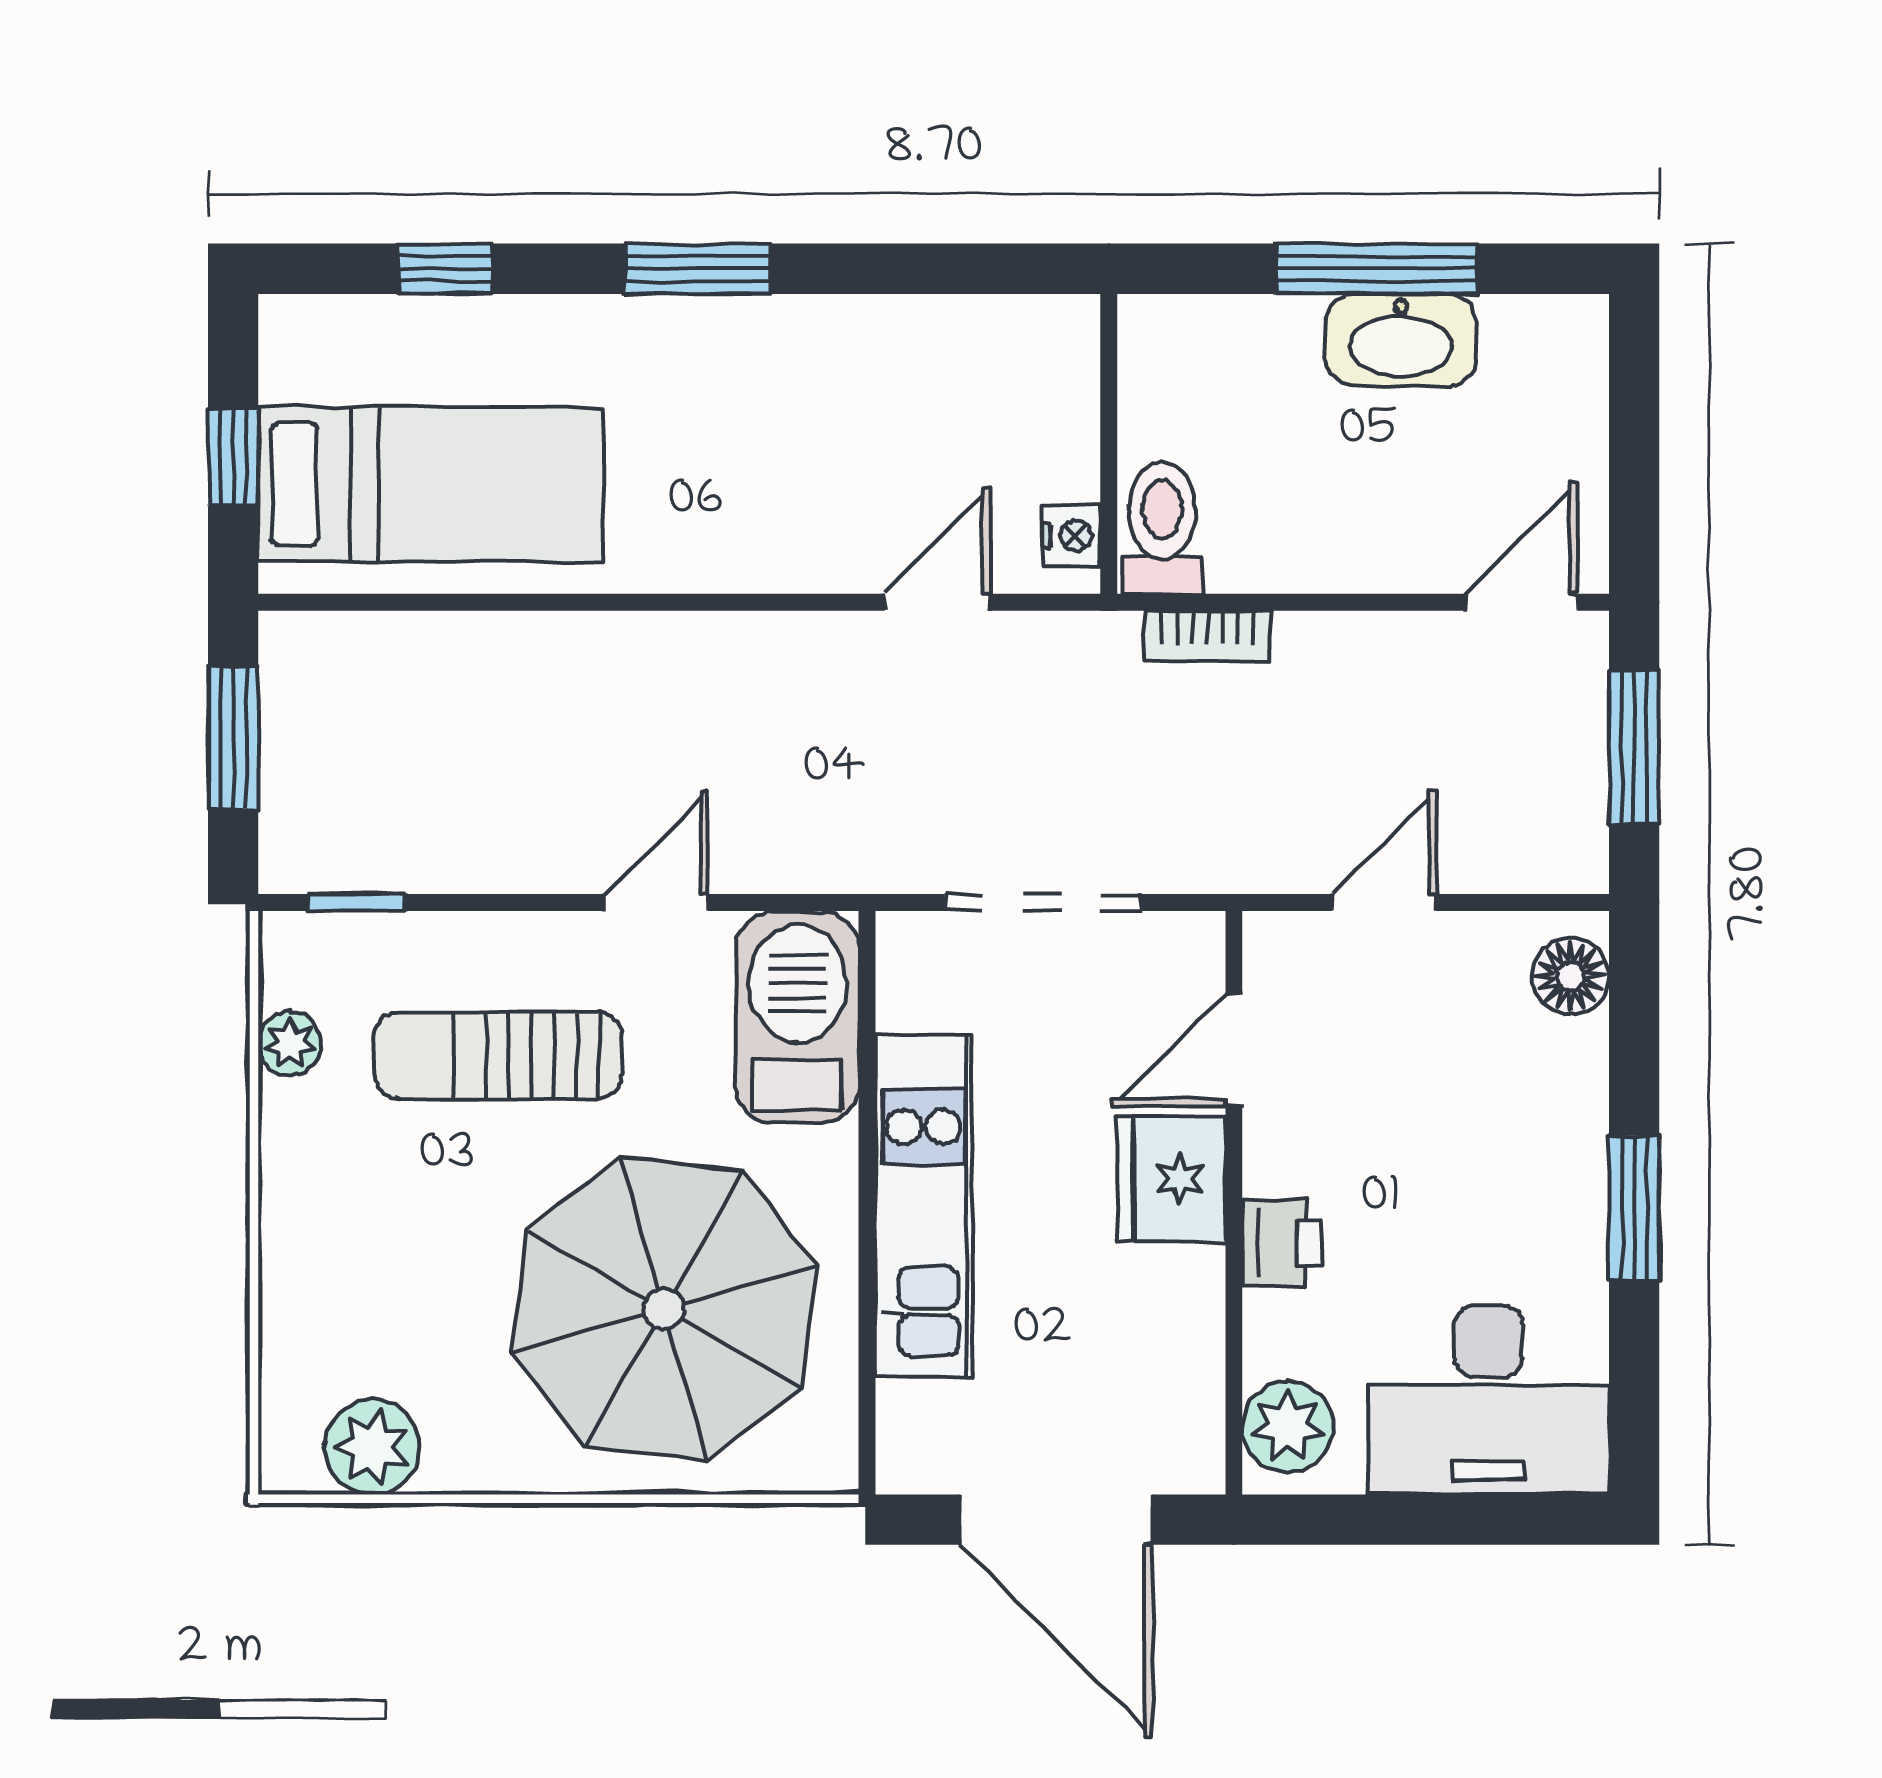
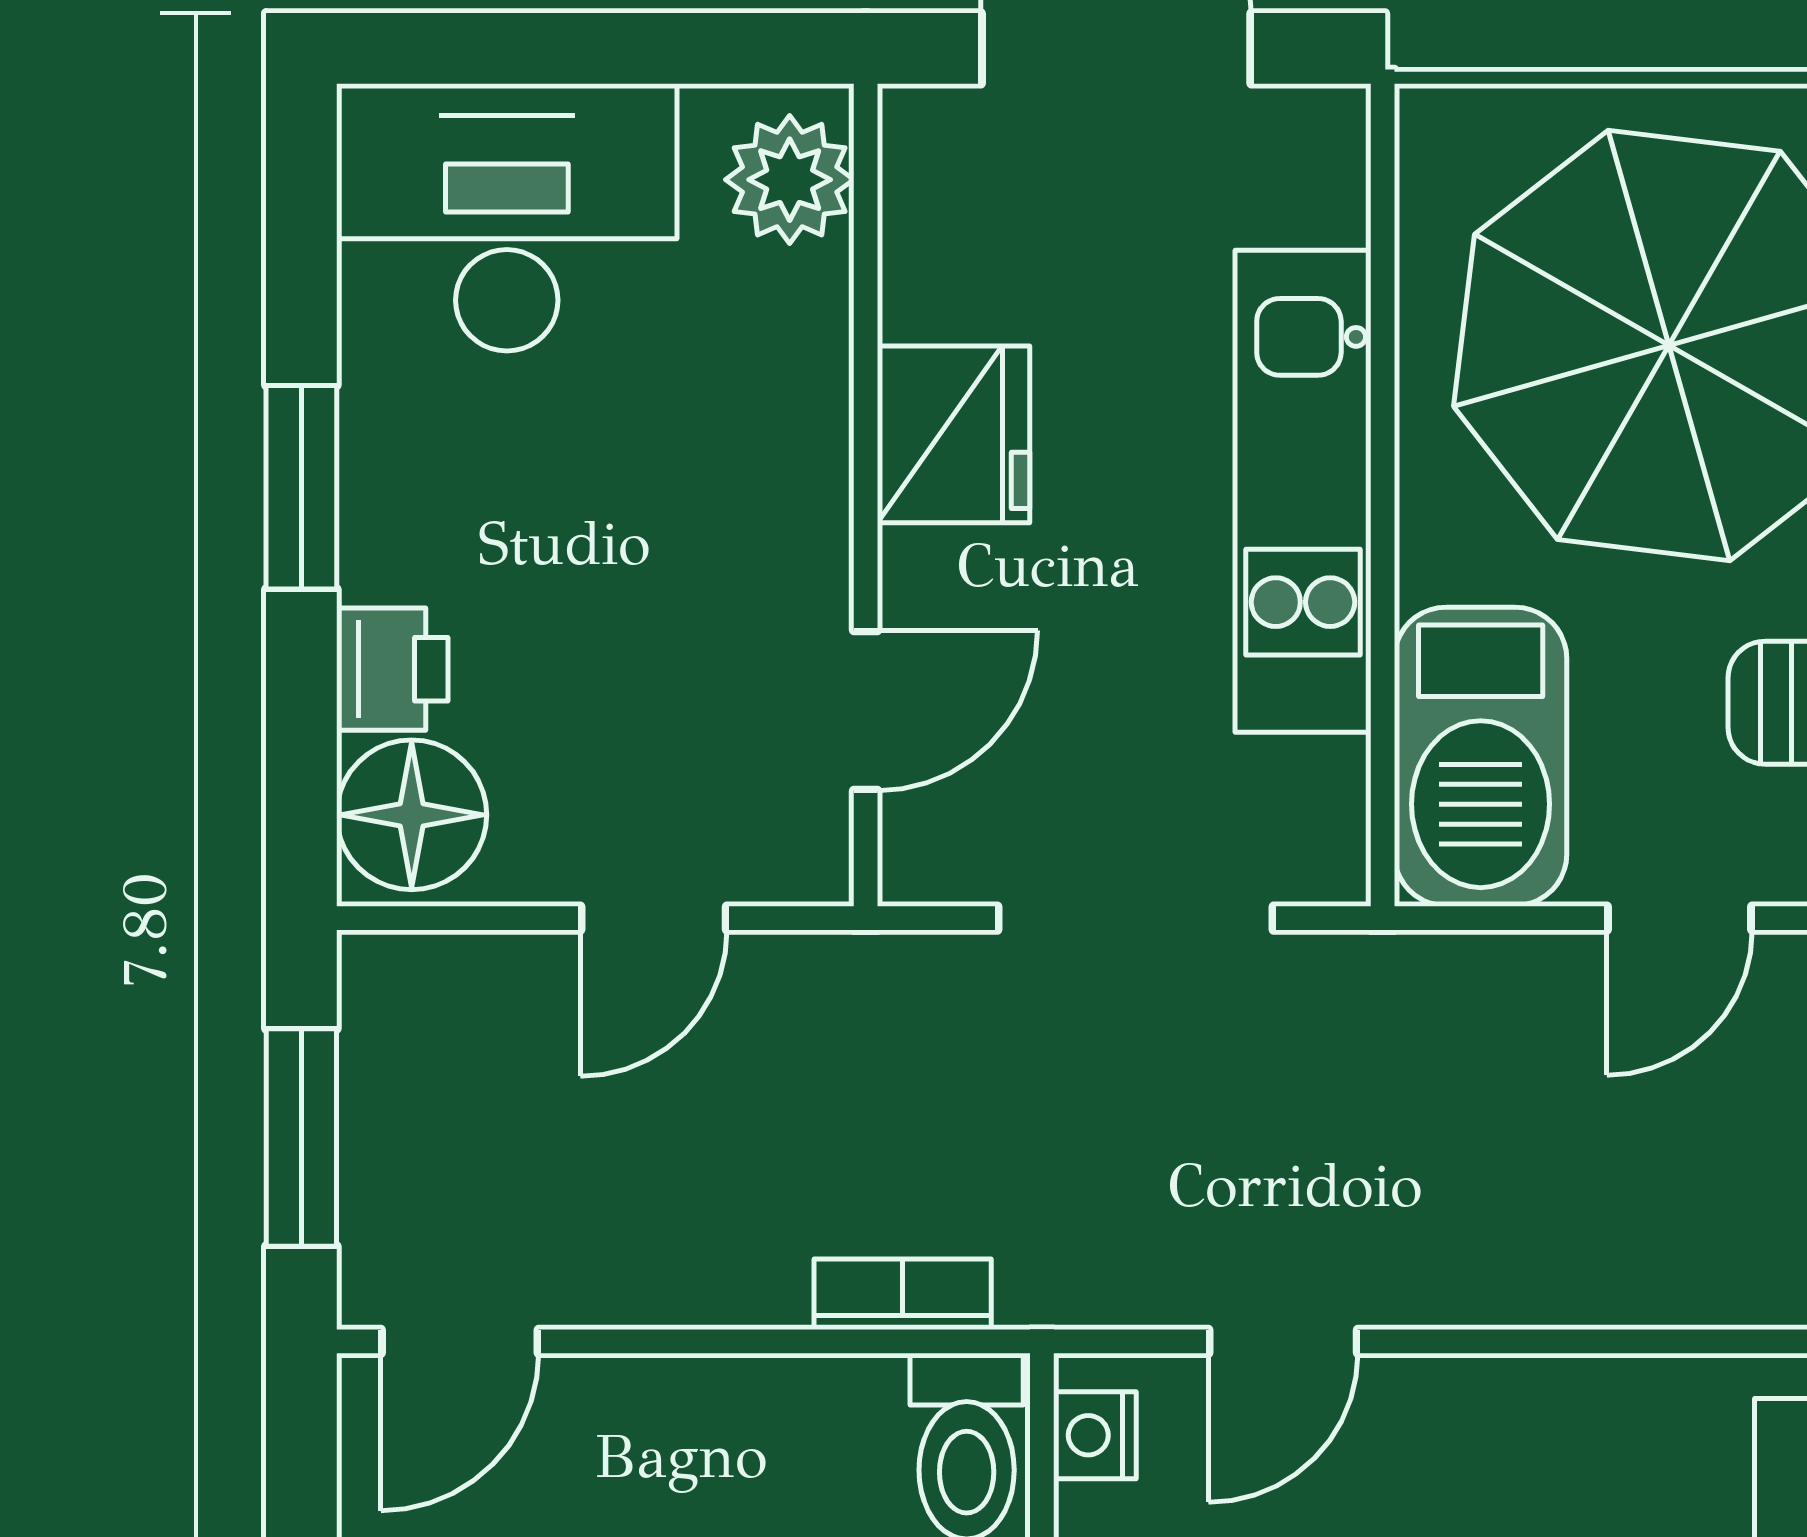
floor lamp: (1570, 976) -> (412, 815), width x1.38, depth x1.38
fridge: (1171, 1179) -> (953, 434), moved
printer: (1282, 1242) -> (392, 669), moved, turned 180

